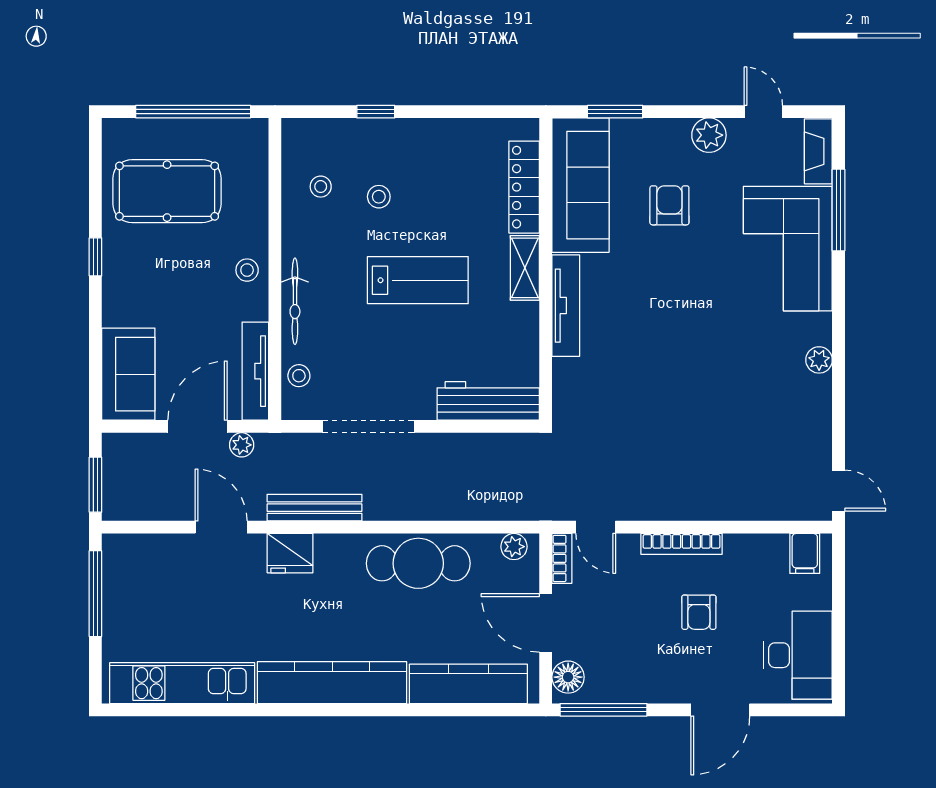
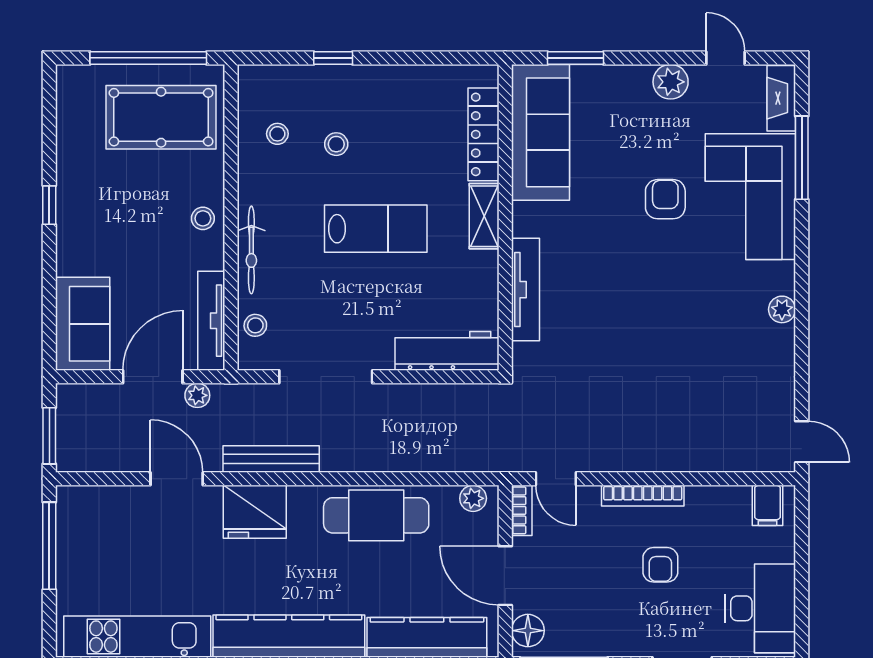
pool table: (167, 191) -> (161, 117), moved
armchair: (669, 205) -> (665, 199), moved
tv unit: (566, 306) -> (526, 290), moved
fridge: (290, 553) -> (255, 512), width x1.36, depth x1.34

